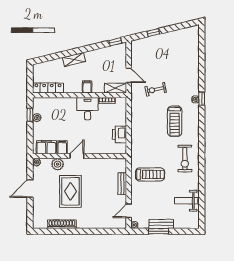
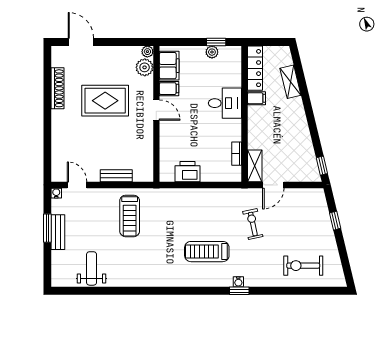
shelving: (74, 59) -> (290, 82), moved
filing cabinet: (87, 87) -> (256, 98), moved
desk: (88, 109) -> (225, 103), moved
exercise bike: (185, 159) -> (303, 266), moved
plant: (58, 164) -> (145, 67), moved
door: (30, 188) -> (81, 42), moved

